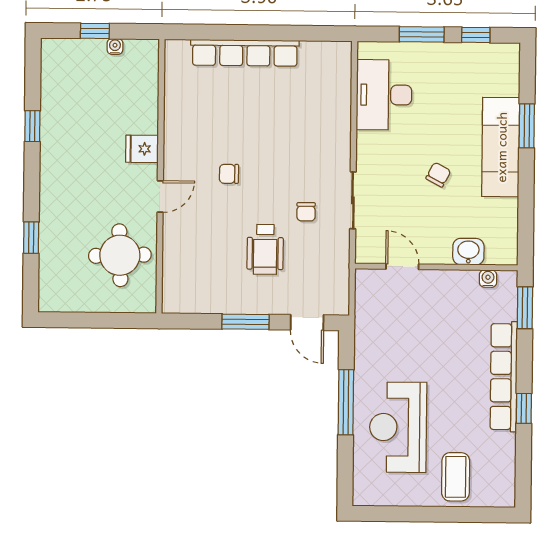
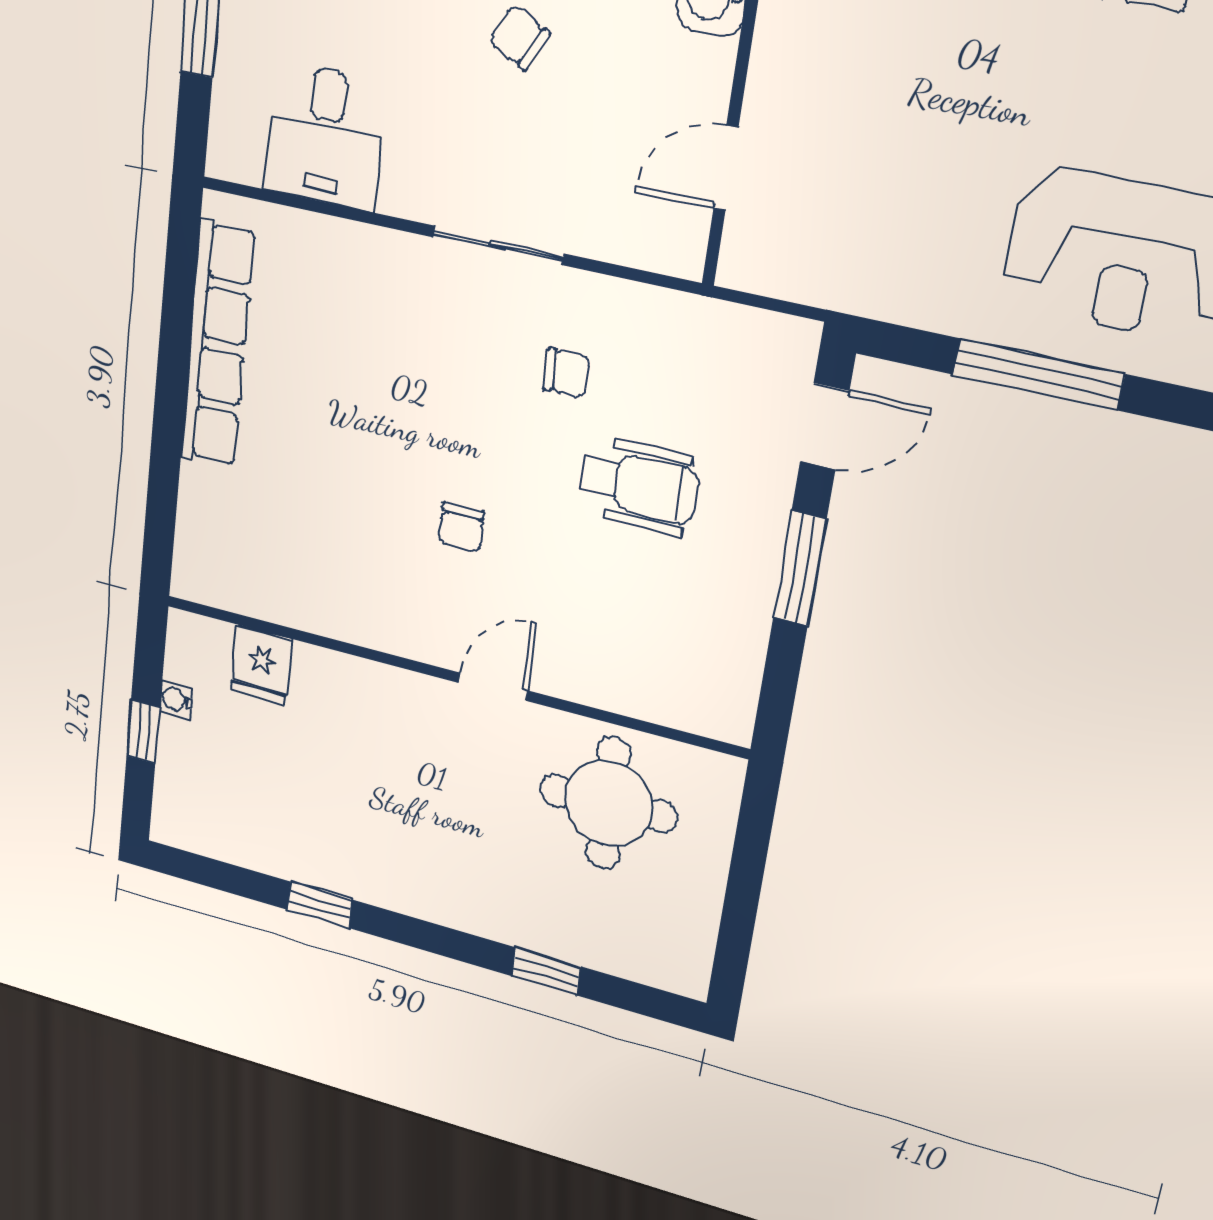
row of seats: (245, 53) -> (217, 345), moved
desk: (384, 95) -> (325, 136), width x0.73
fridge: (142, 149) -> (261, 665), moved
door: (160, 197) -> (493, 687), hinge flipped
sliding door: (353, 200) -> (498, 245), moved

